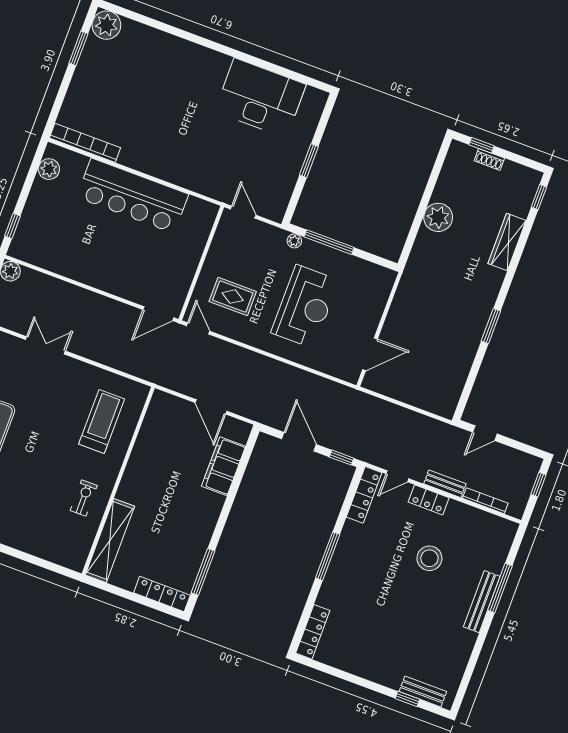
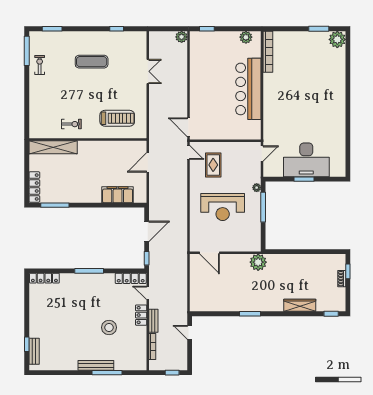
desk: (260, 98) -> (306, 160), moved, turned 90
plant: (438, 217) -> (258, 262), moved
door: (198, 328) -> (188, 152), hinge flipped
door: (211, 407) -> (148, 162), moved

